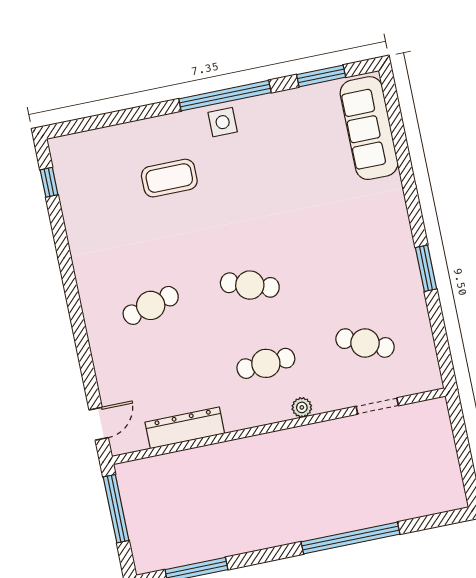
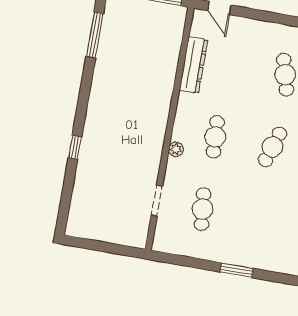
cafe table: (365, 343) -> (203, 209), turned -30
window: (351, 538) -> (75, 147), width x0.32

